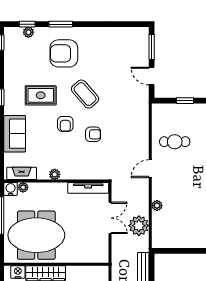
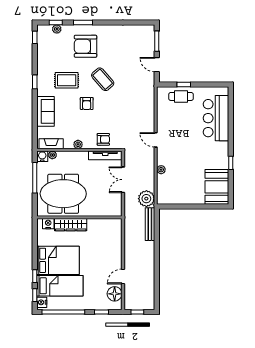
armchair: (93, 134) -> (103, 139), moved
cafe table: (175, 142) -> (181, 96), moved
door: (150, 169) -> (156, 140), hinge flipped
double door: (110, 218) -> (123, 180), swing flipped
plant: (139, 226) -> (146, 199), moved

